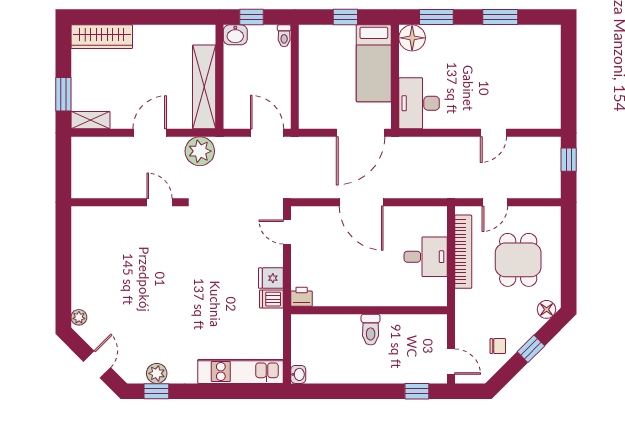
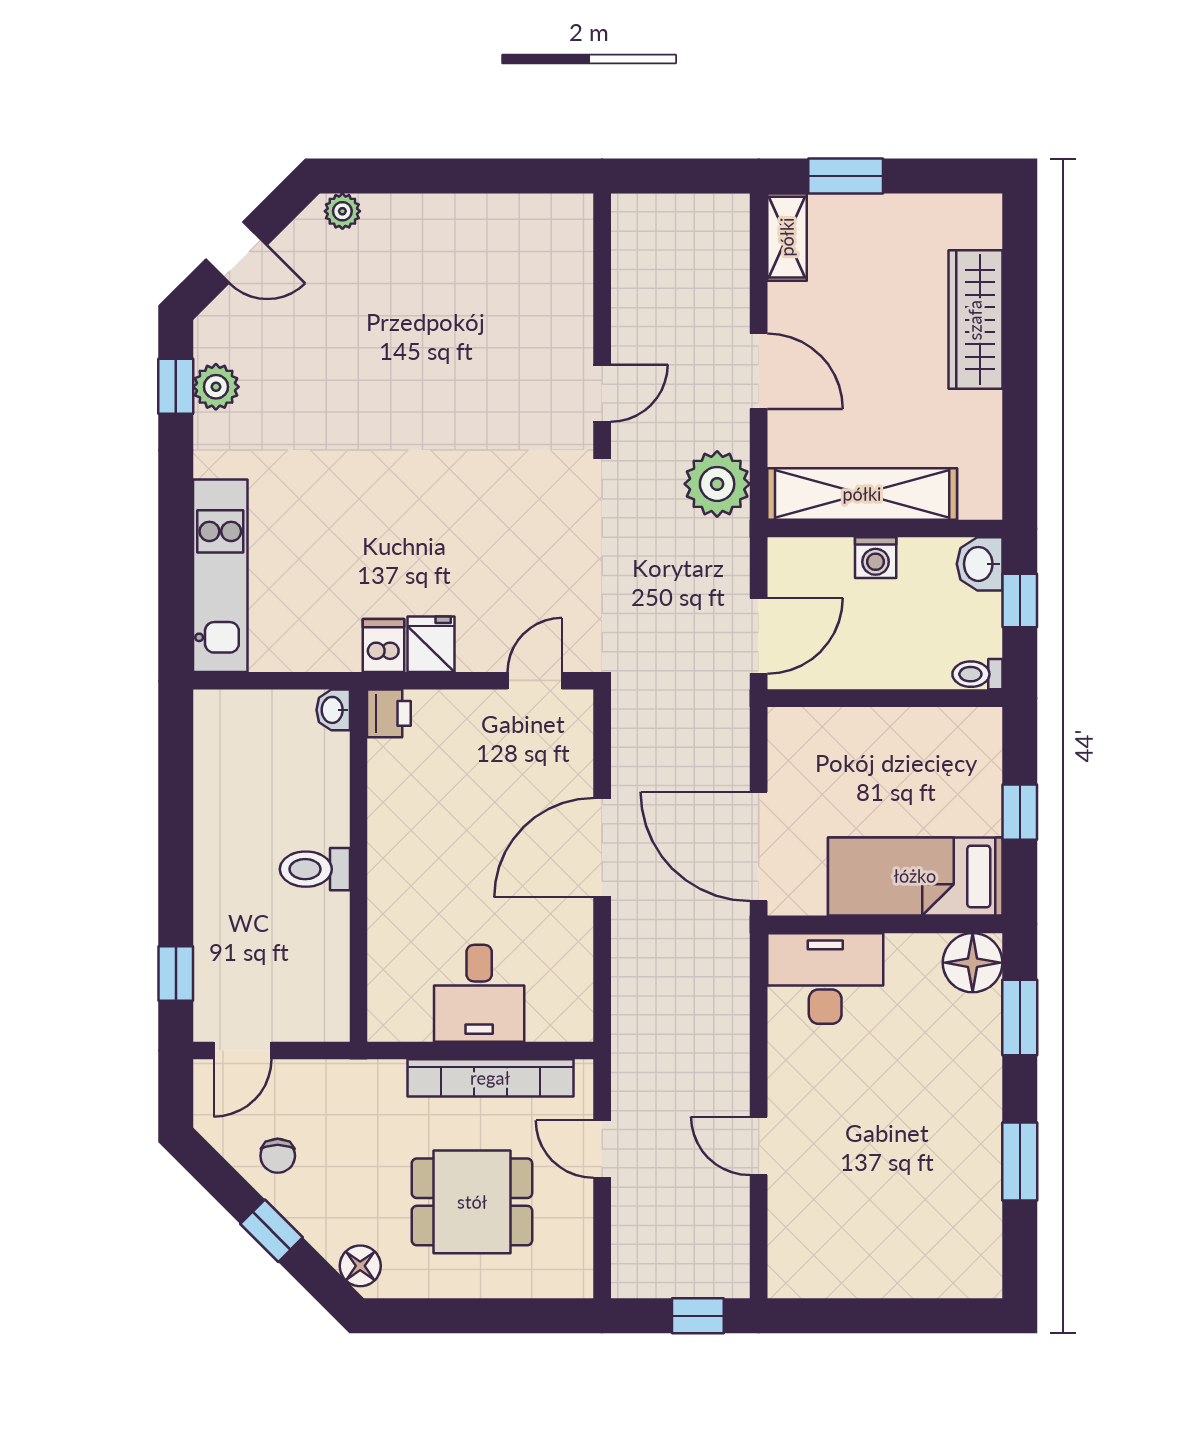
wardrobe: (102, 37) -> (975, 320), moved
washing machine: (232, 81) -> (876, 558), added
washbasin: (298, 374) -> (333, 710), moved, turned 90

